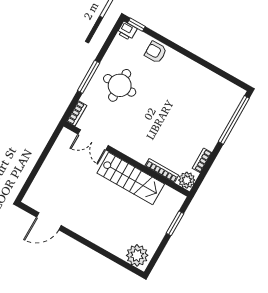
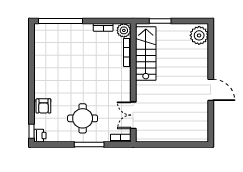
double door: (93, 140) -> (133, 115), swing flipped
stairs: (131, 178) -> (146, 54), moved
door: (49, 221) -> (211, 90), moved

